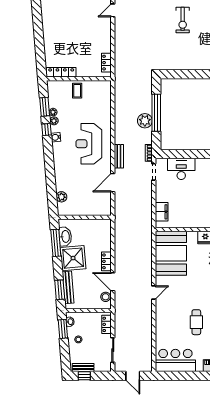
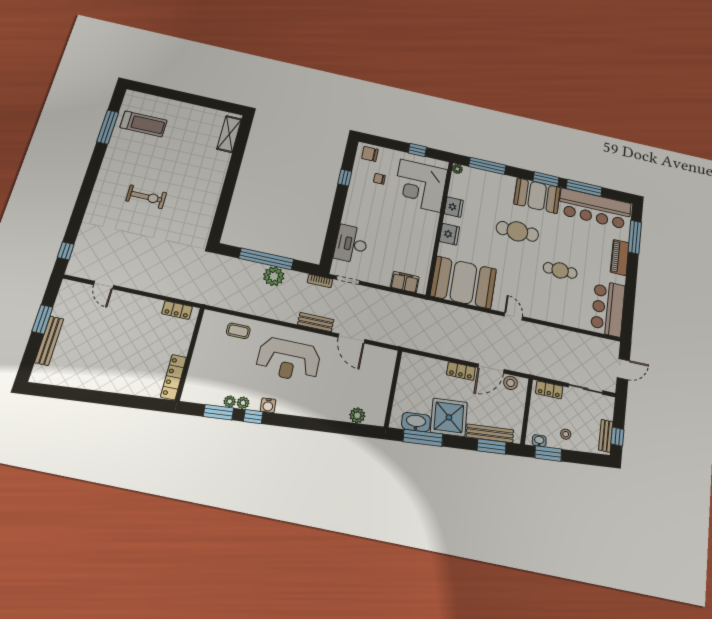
coffee table: (77, 91) -> (238, 331), moved

